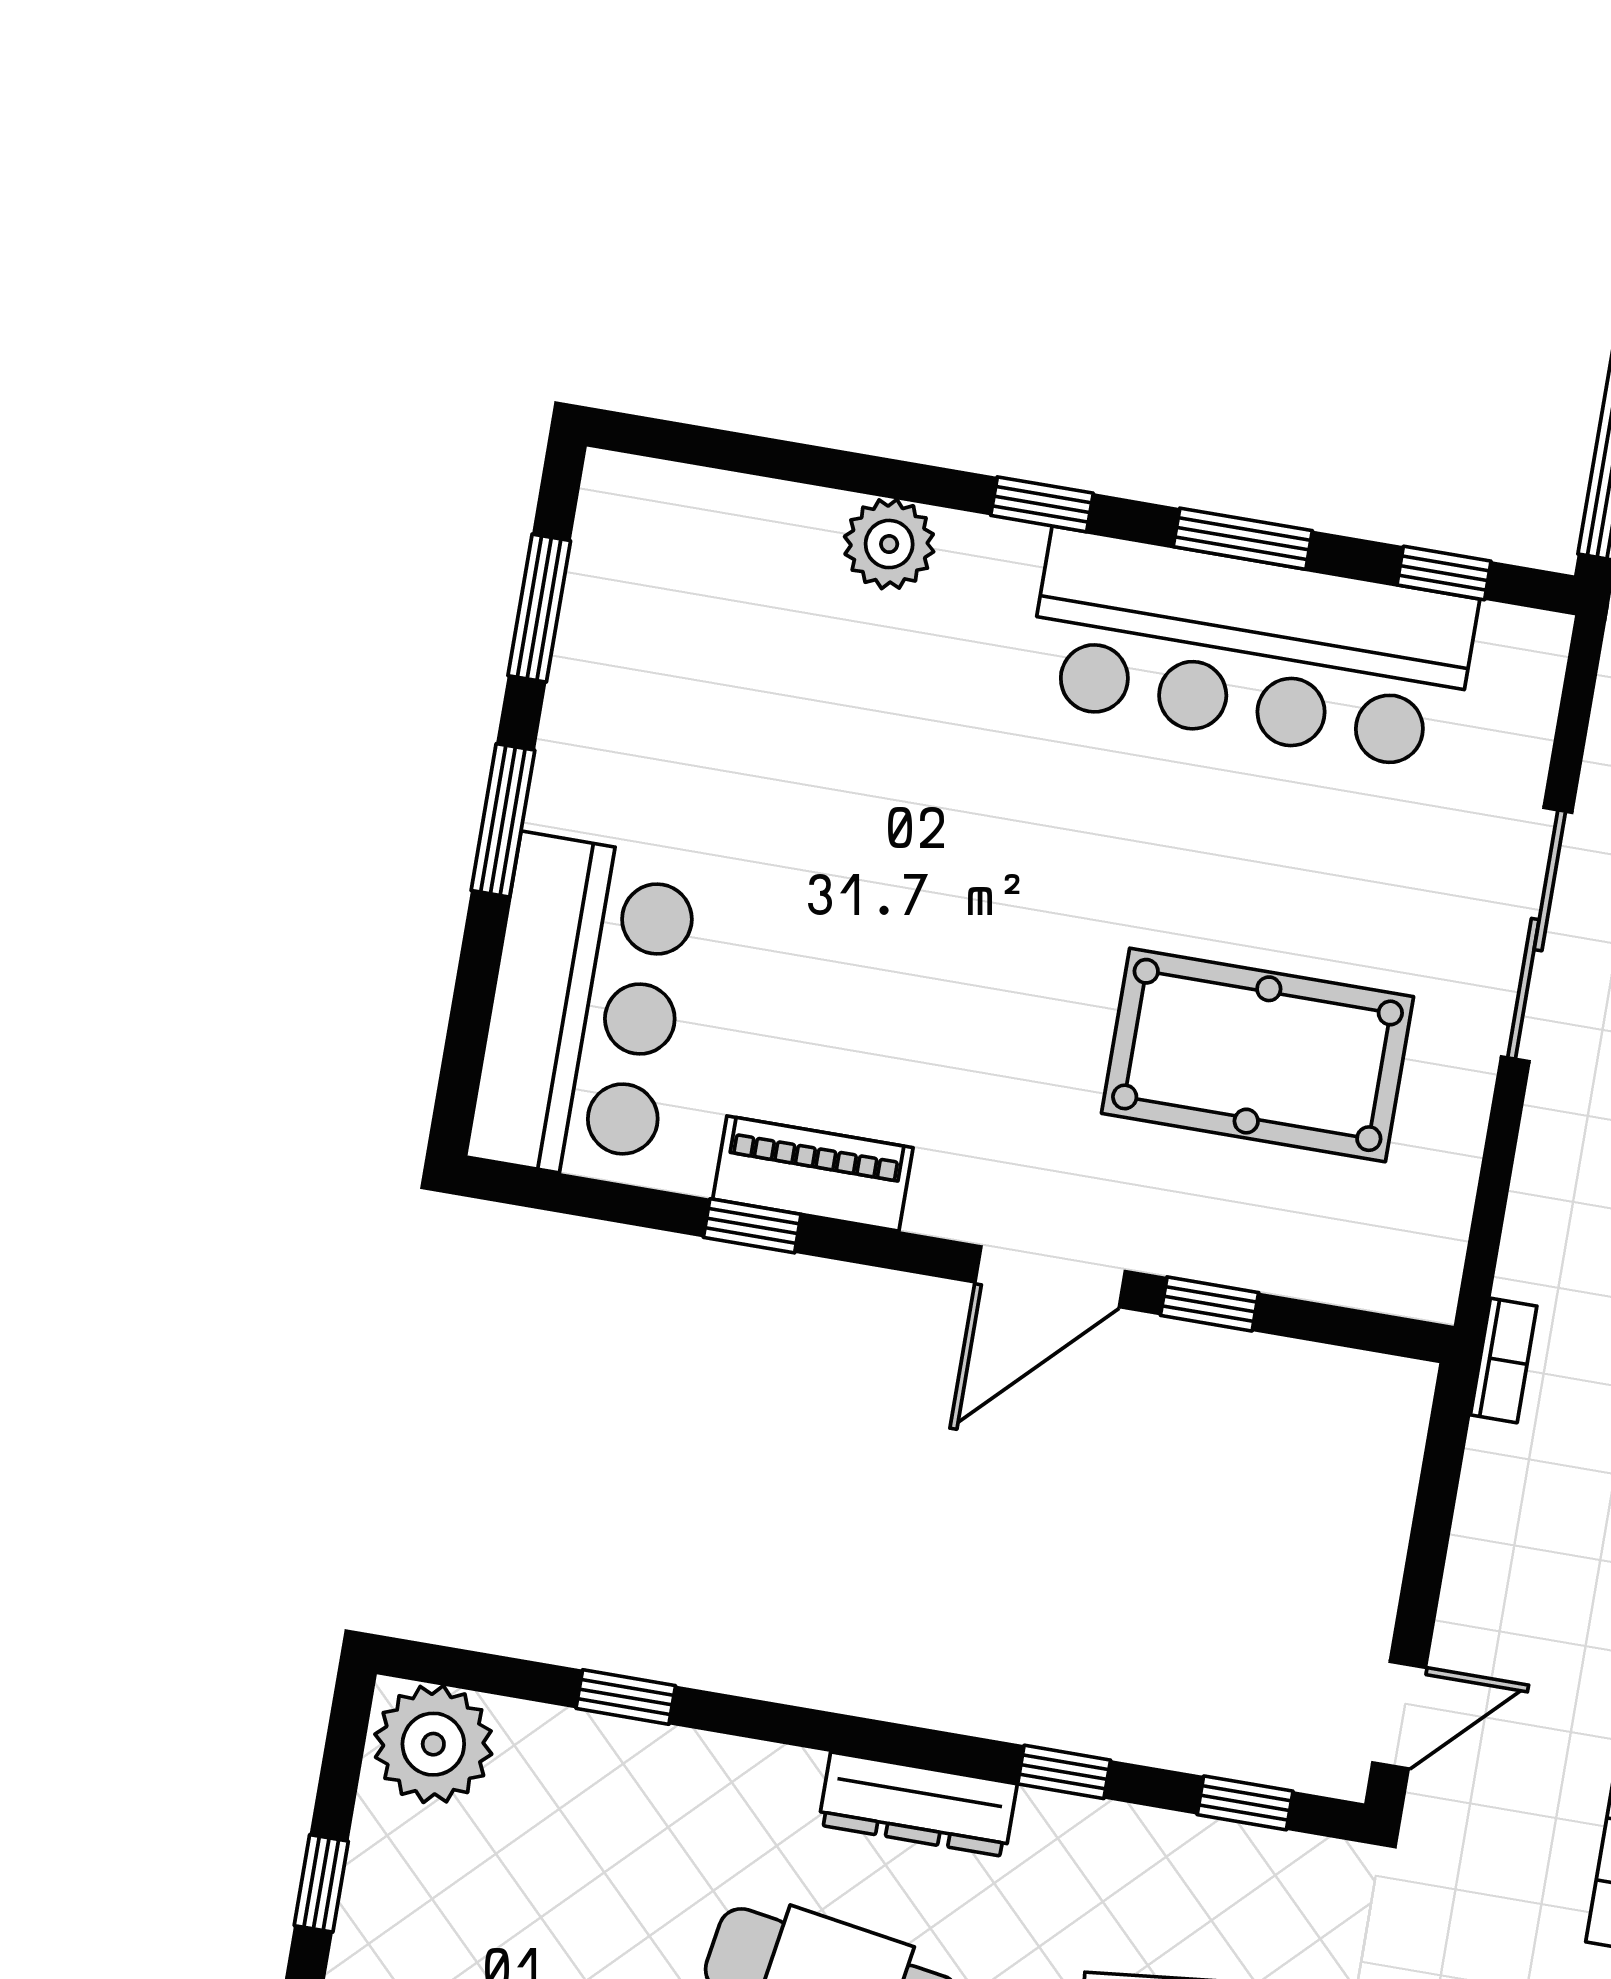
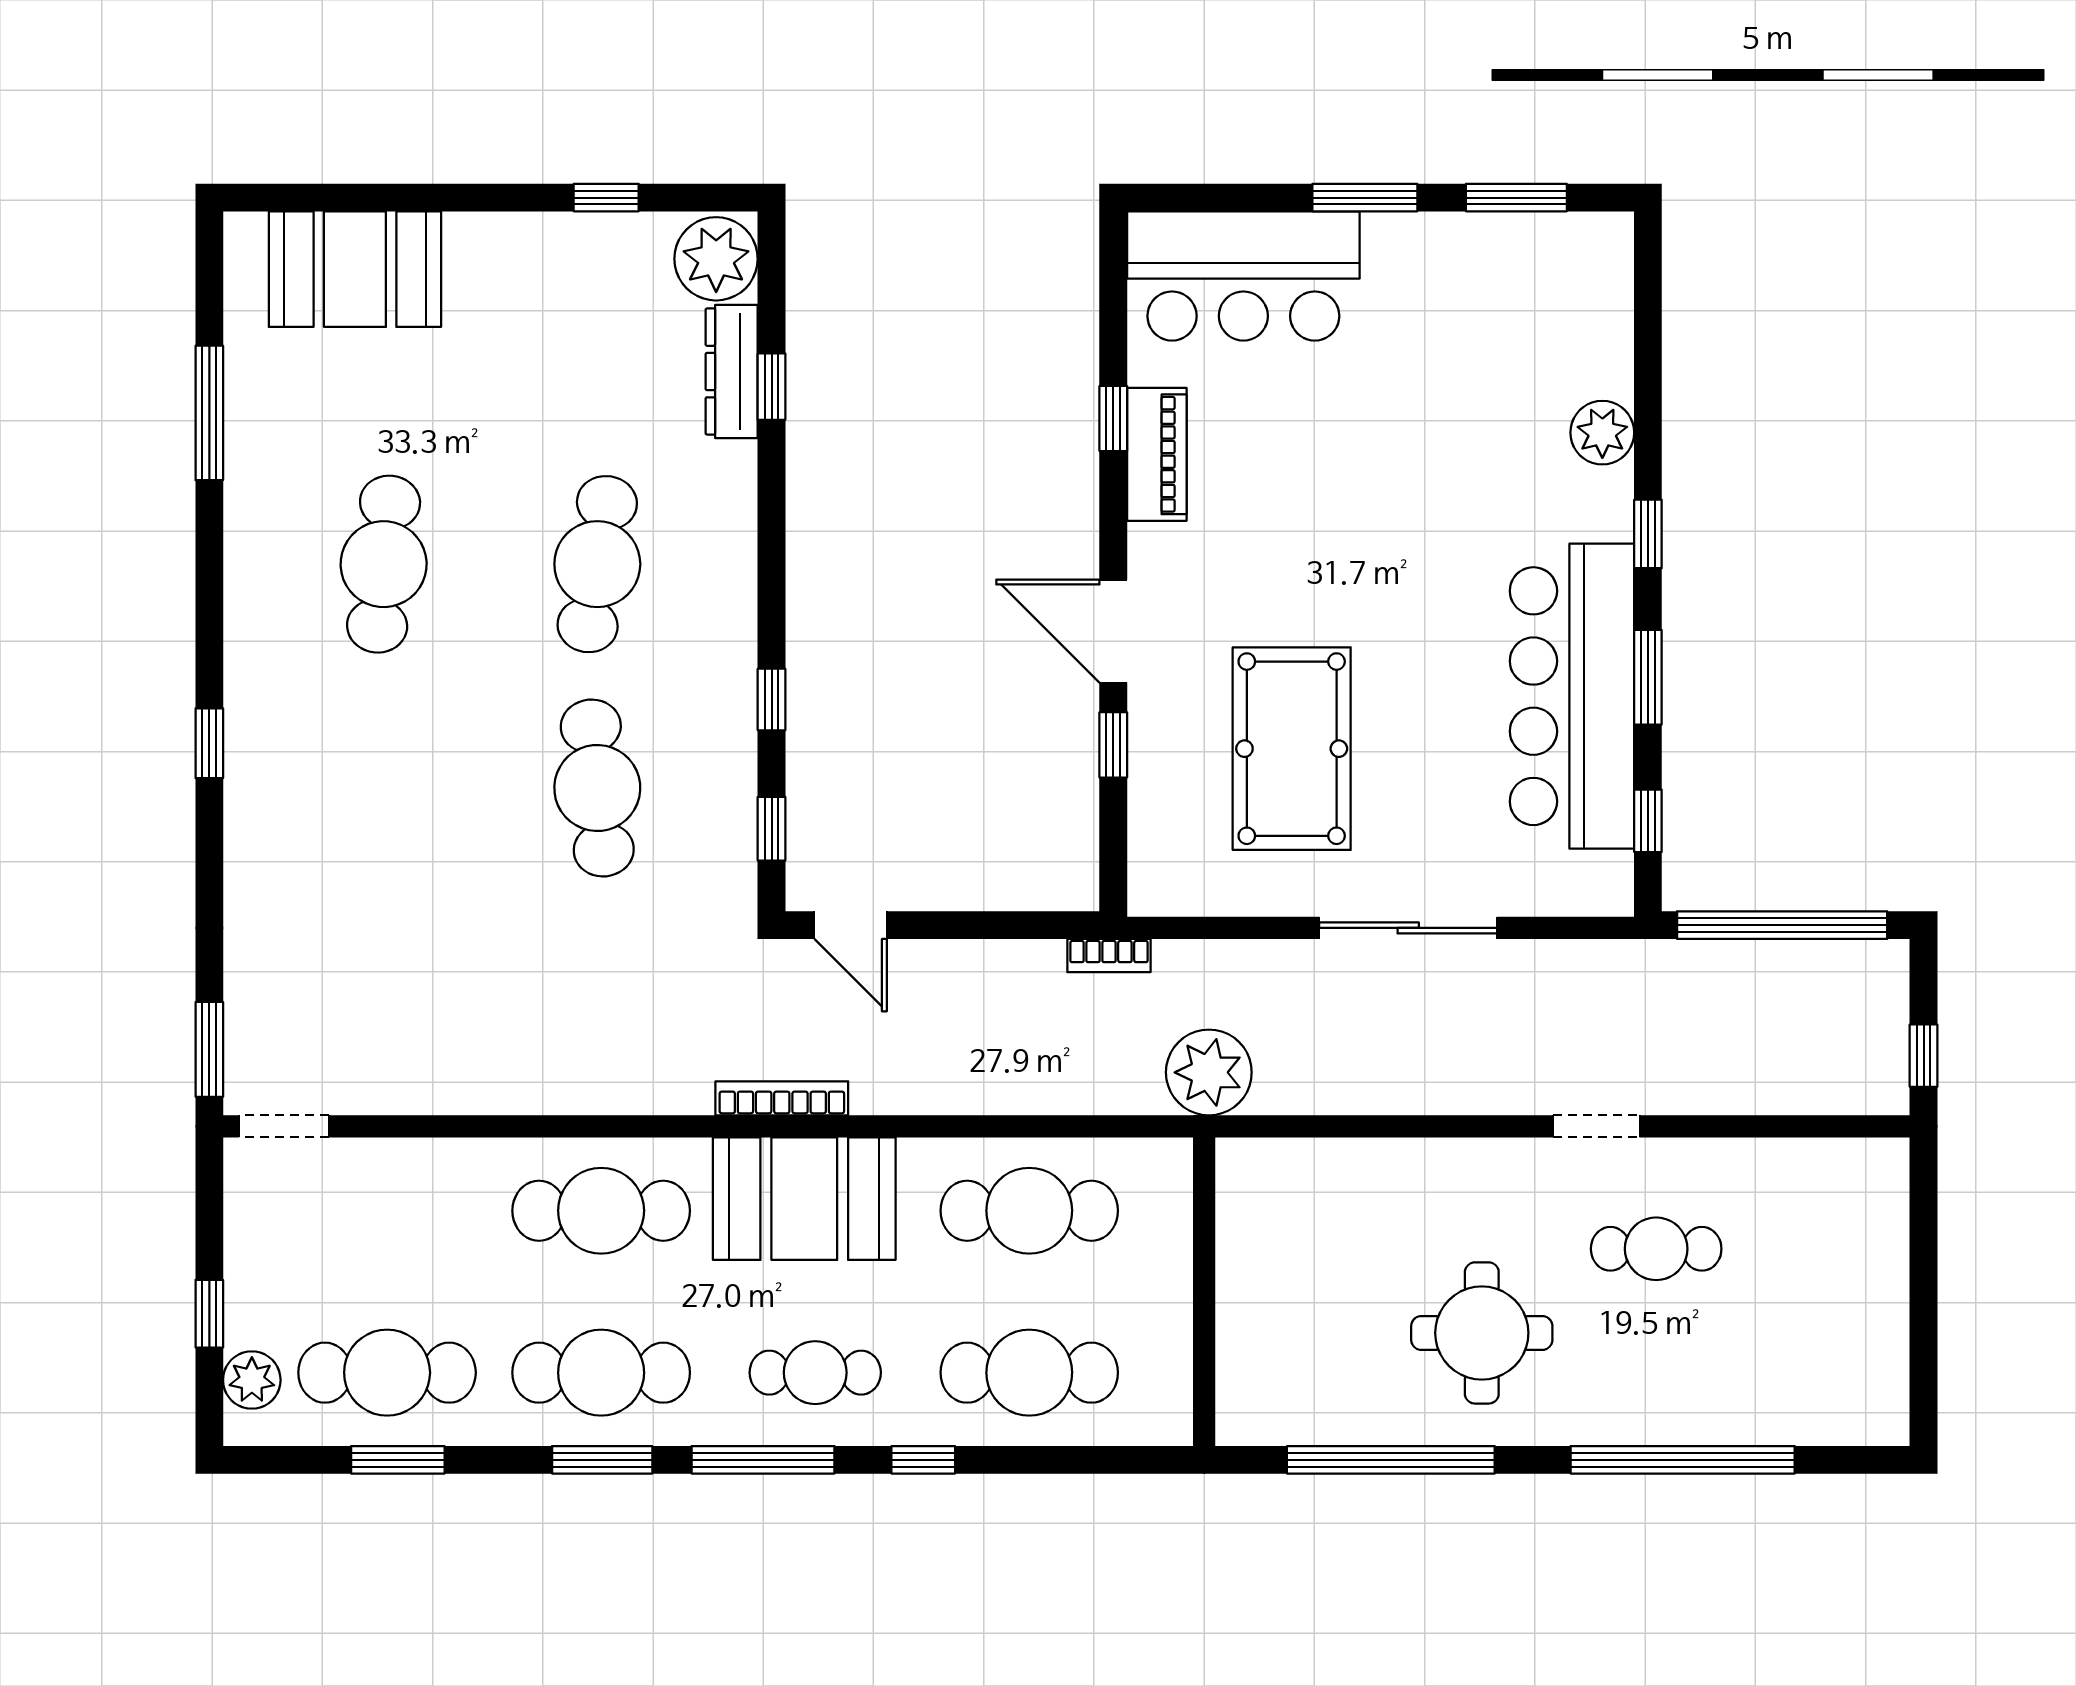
dresser: (918, 1804) -> (732, 372), moved

